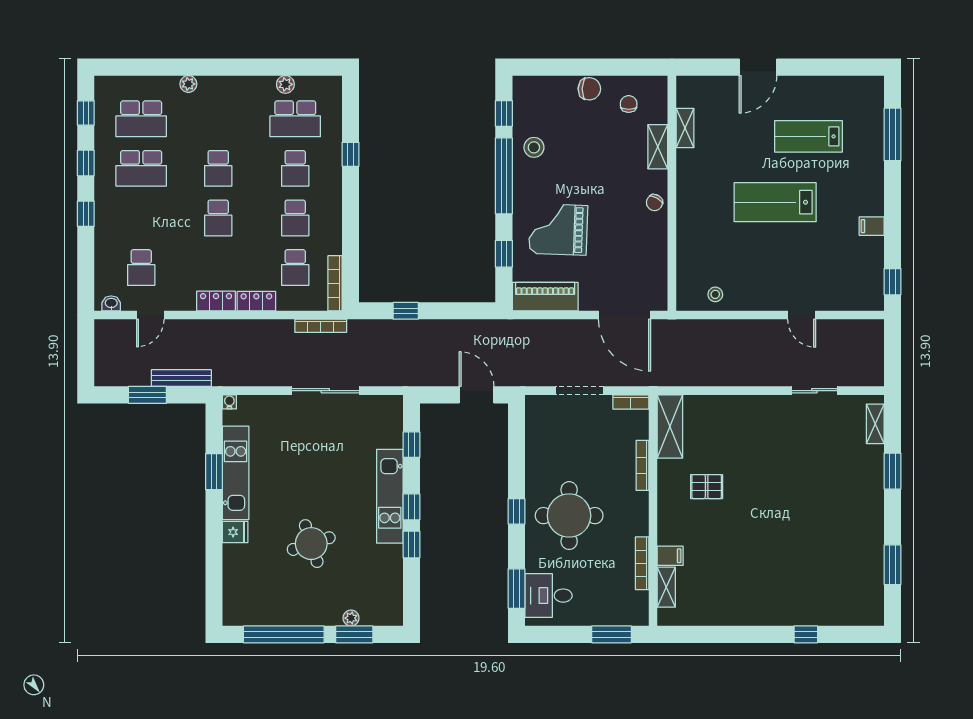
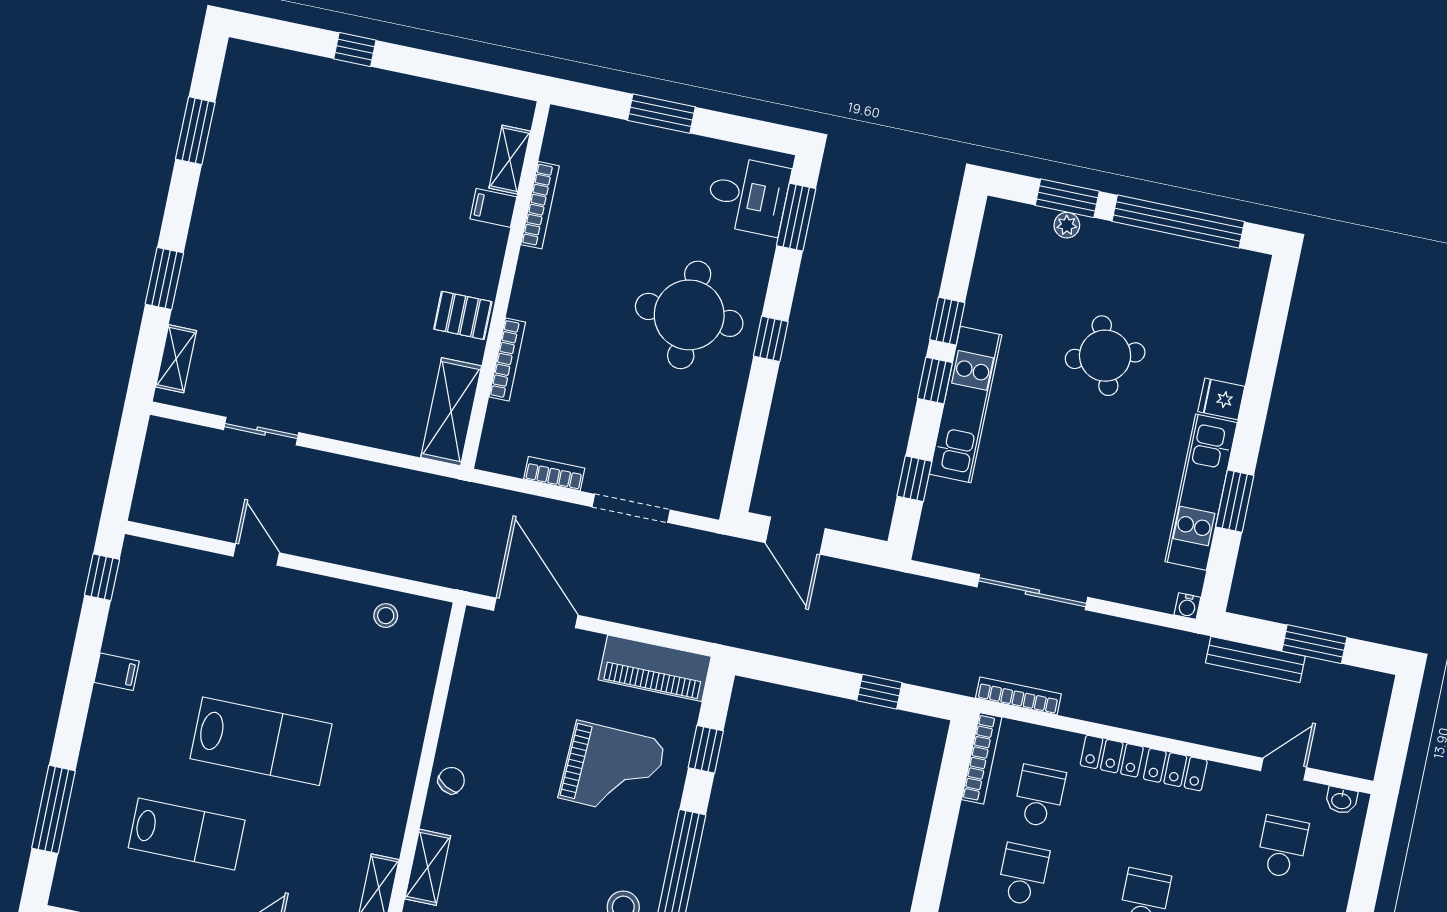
shelving: (670, 427) -> (451, 412), moved
bookcase: (642, 465) -> (507, 359), moved
wall: (653, 510) -> (505, 285), moved
filing cabinet: (670, 556) -> (493, 208), moved
bookcase: (642, 563) -> (540, 205), moved
shelving: (666, 587) -> (510, 160), moved

